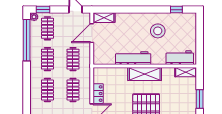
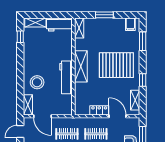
shelving: (191, 26) -> (35, 23), added
stool: (158, 31) -> (37, 82), moved
workbench: (180, 58) -> (59, 24), moved, turned -90

